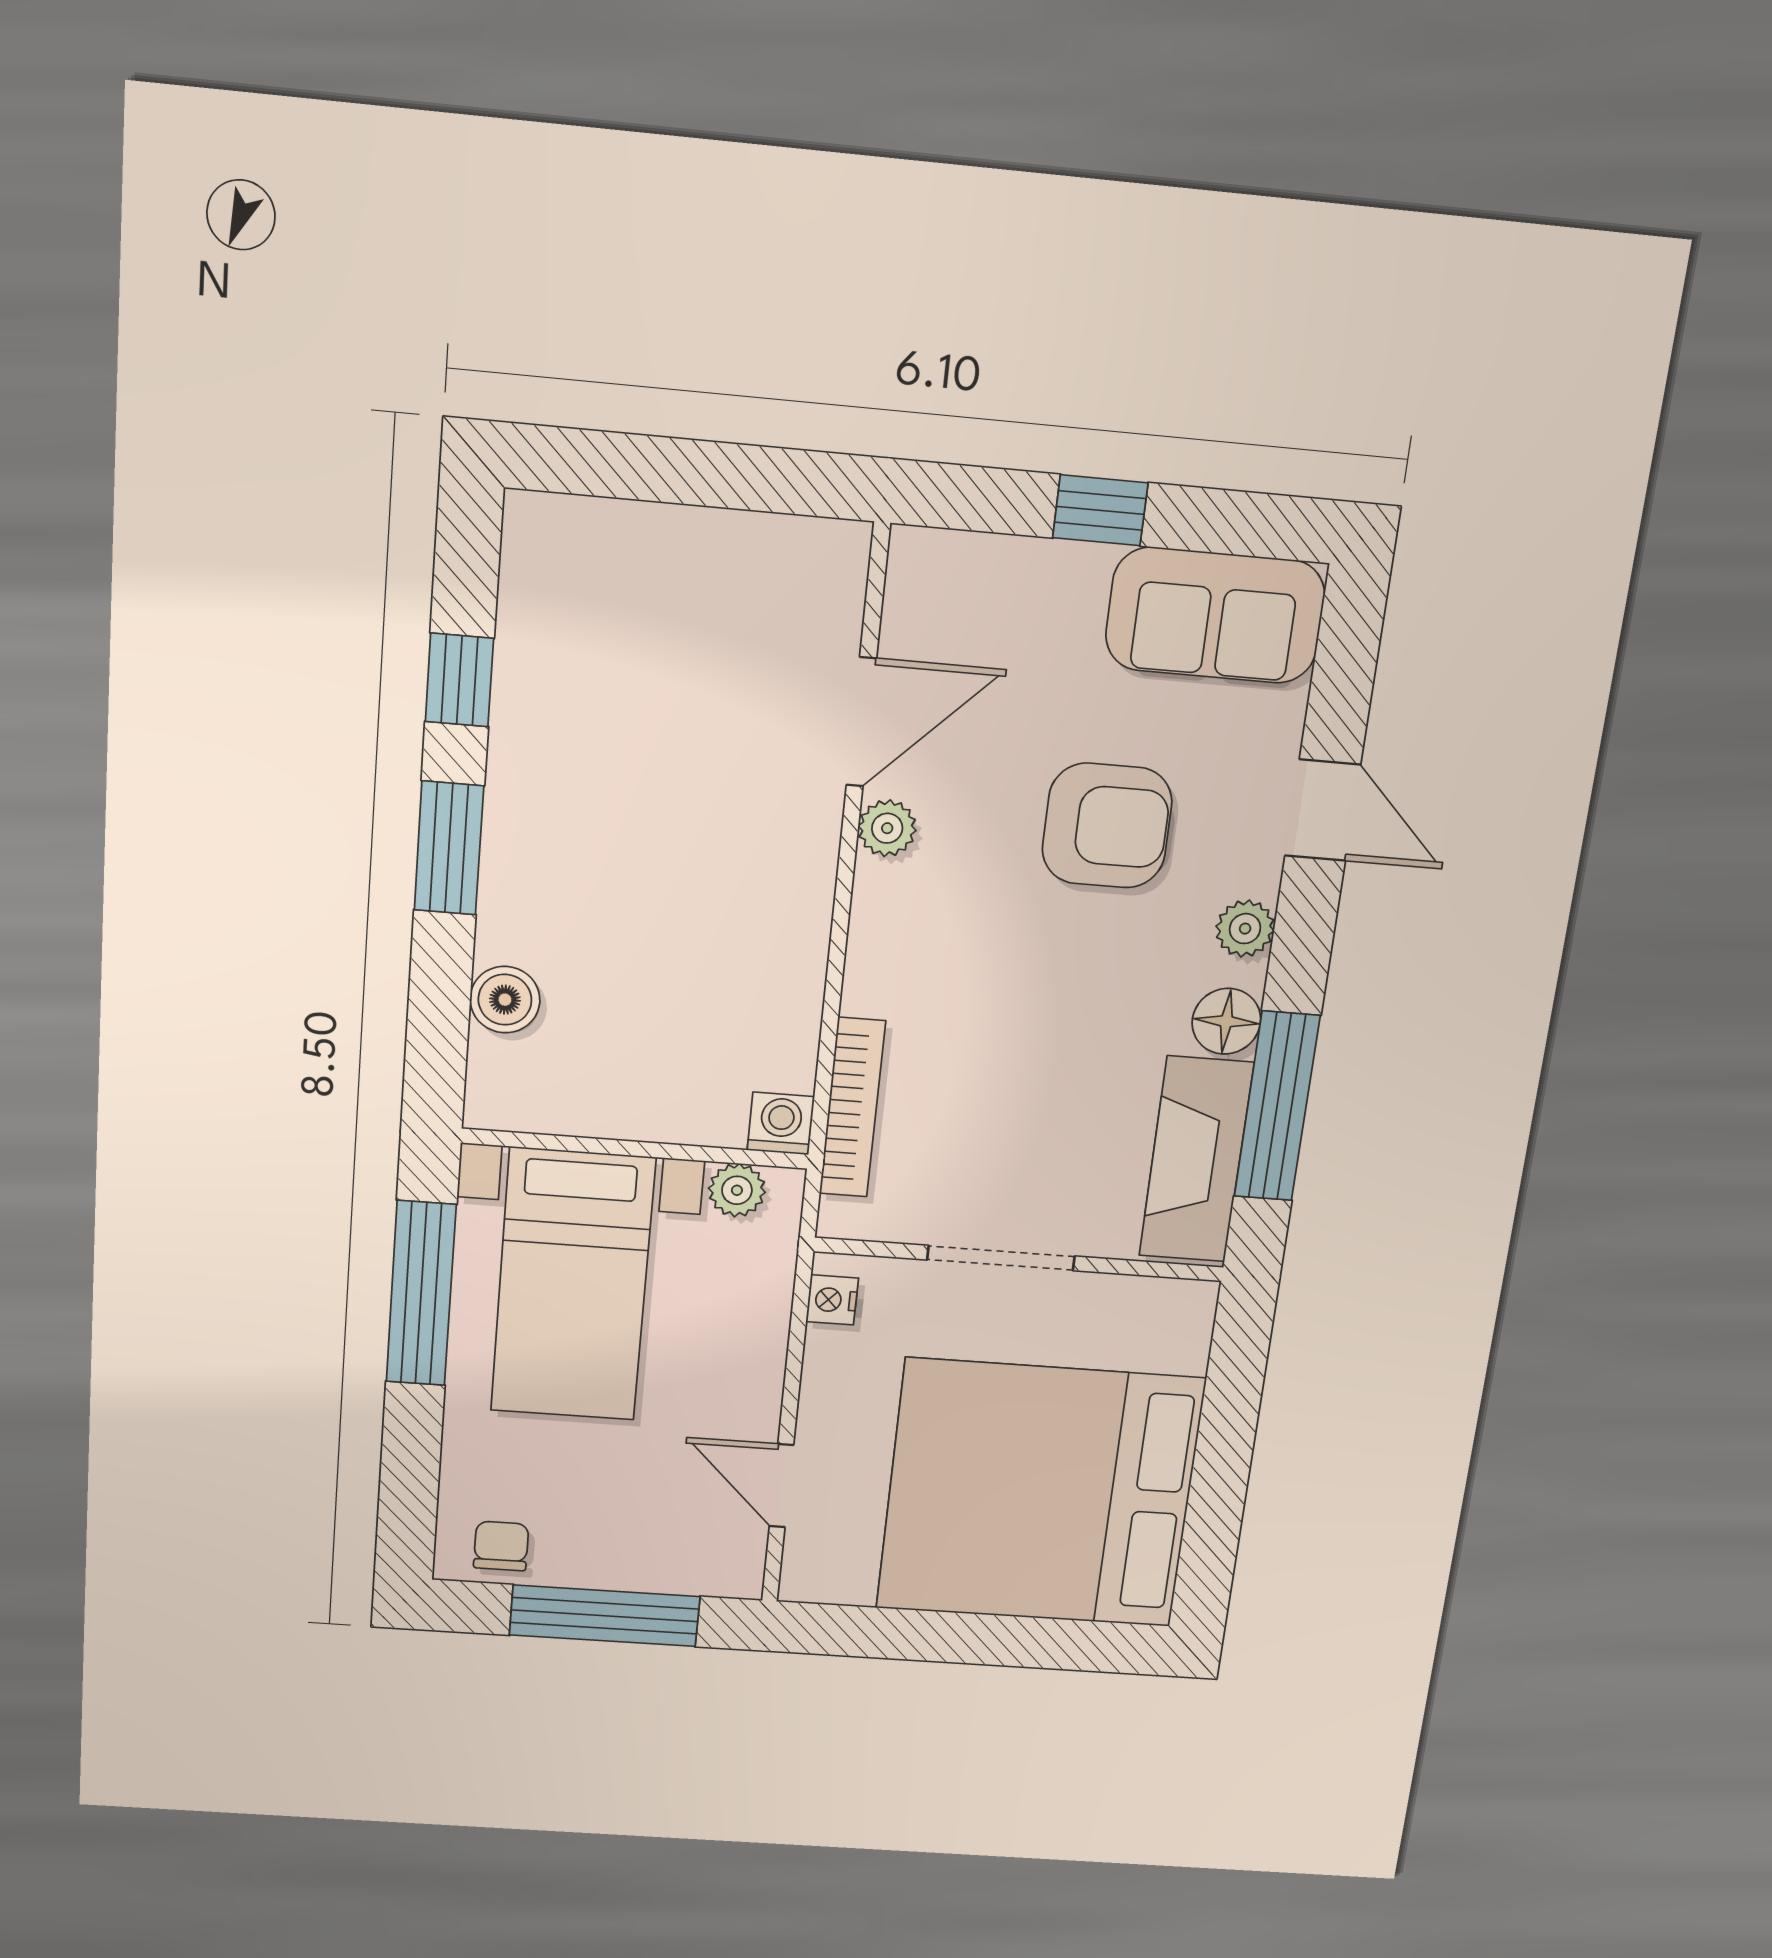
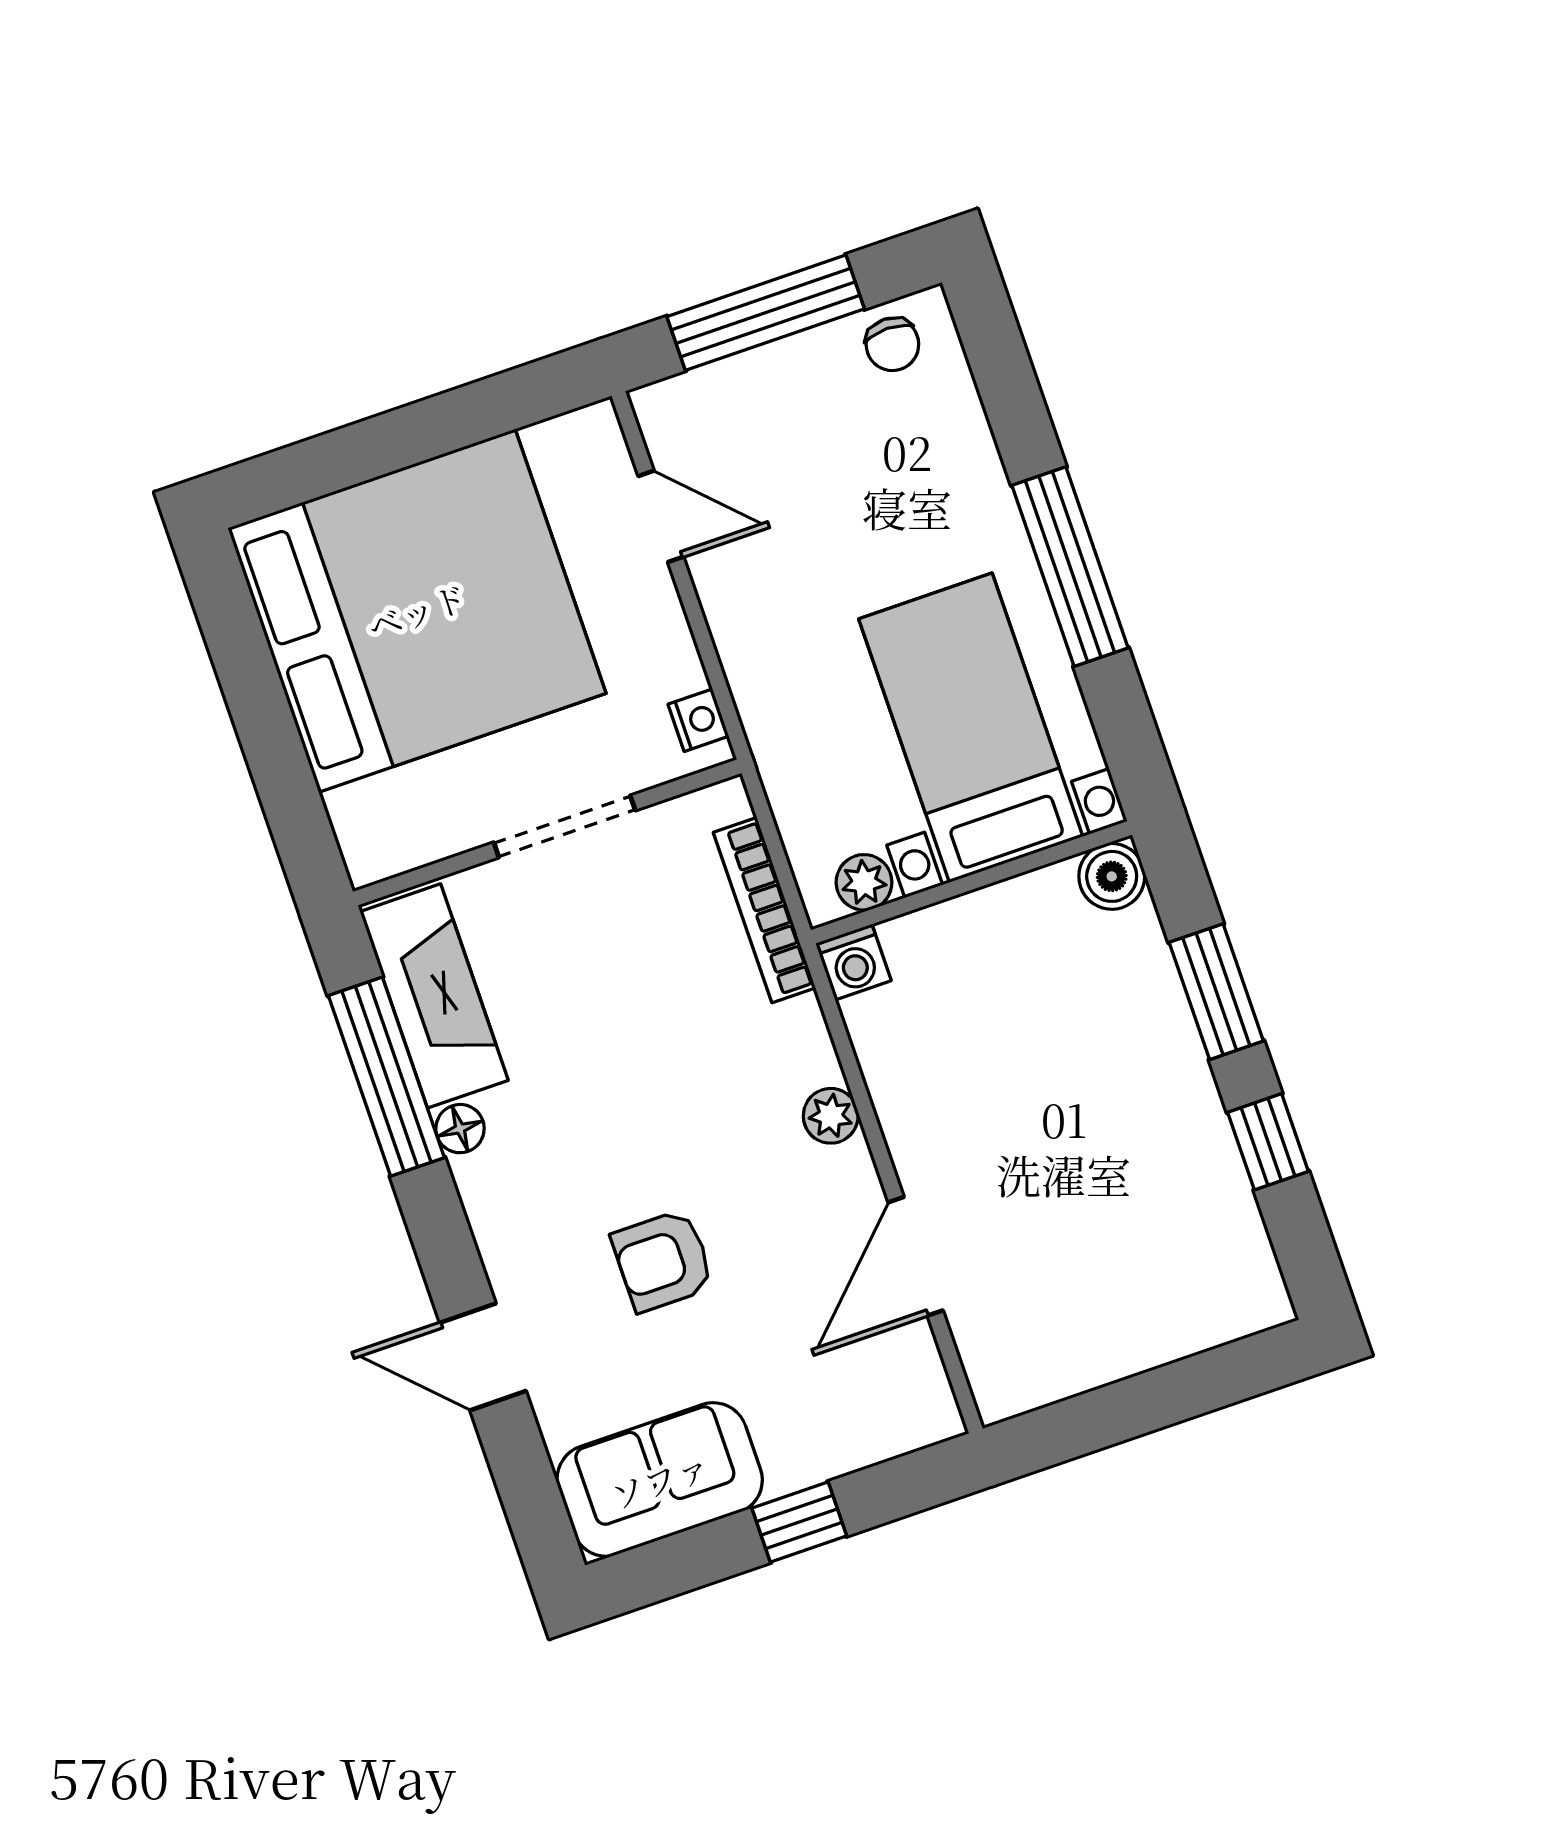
armchair: (1107, 826) -> (663, 1261), width x0.72, depth x0.72
plant: (887, 828) -> (831, 1116), moved
plant: (1245, 929) -> (497, 1224), removed
floor lamp: (1226, 1021) -> (460, 1129), width x0.73, depth x0.73
washing machine: (781, 1123) -> (853, 962), moved
wall: (635, 1149) -> (971, 882), moved
plant: (737, 1190) -> (864, 882), moved
bed with nightstands: (573, 1285) -> (971, 728), moved

